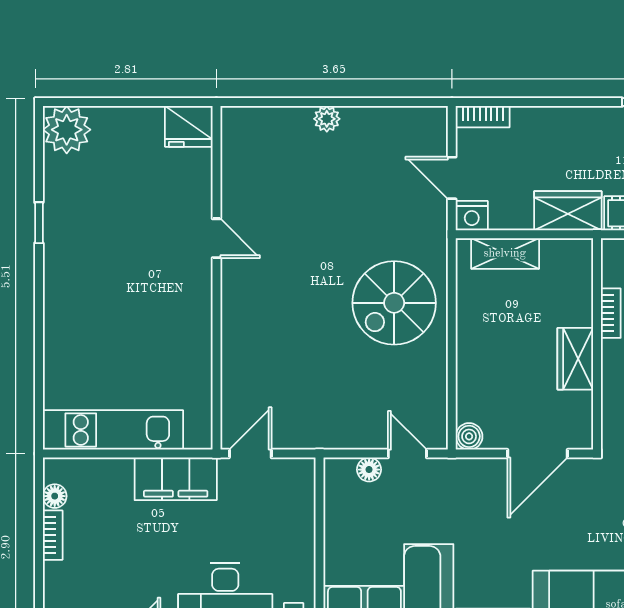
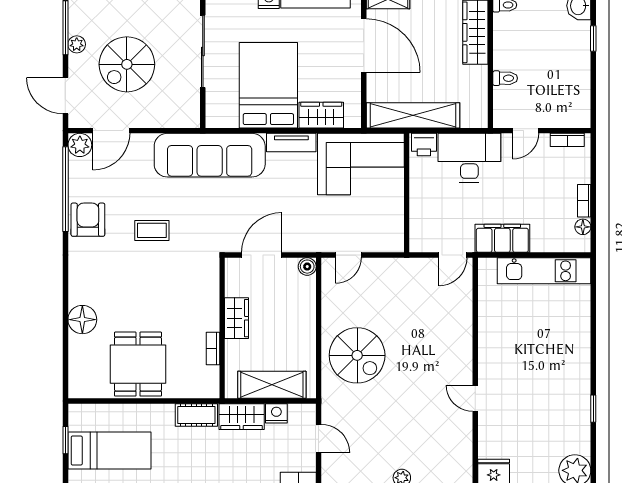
nightstand: (472, 216) -> (276, 413), moved
shelving: (505, 253) -> (272, 385), width x1.50, depth x1.33
spiral stairs: (394, 303) -> (357, 355), turned 90
door: (407, 454) -> (348, 255), hinge flipped
floor lamp: (369, 470) -> (374, 244), removed

